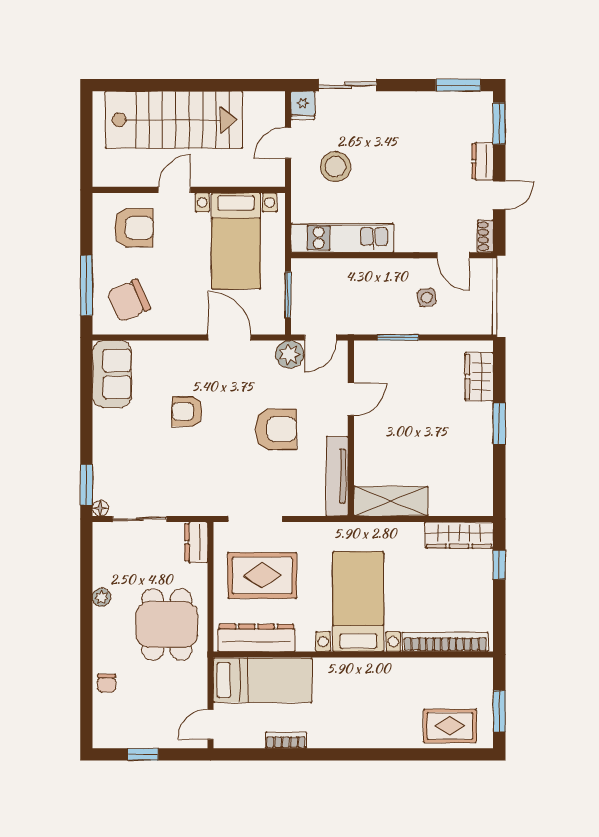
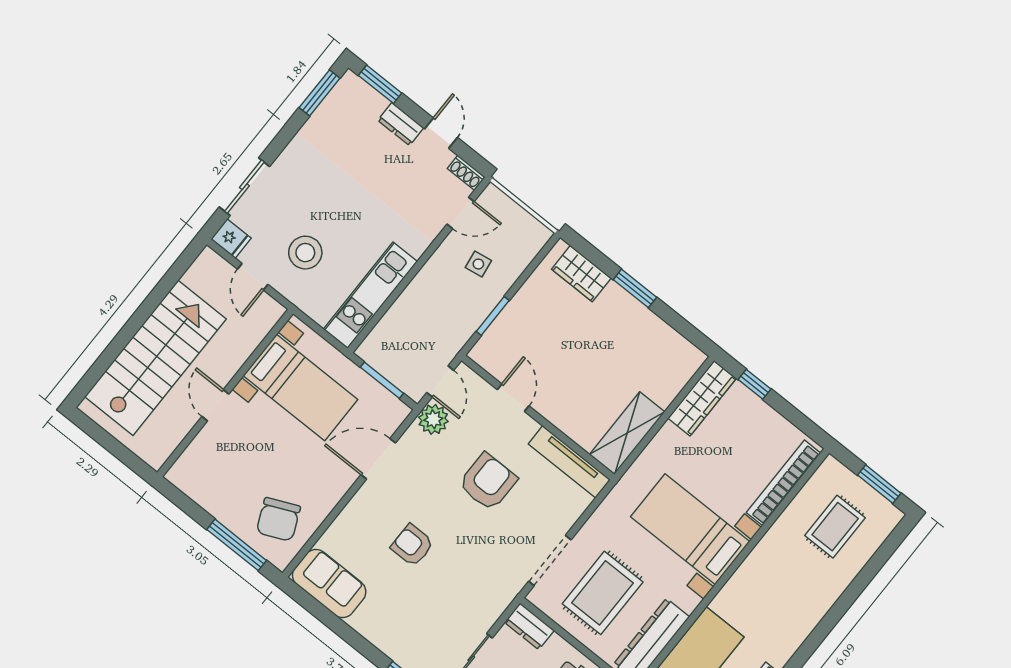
armchair: (134, 228) -> (220, 465), removed
armchair: (187, 411) -> (412, 545), turned 90
rug: (450, 726) -> (835, 527), moved

